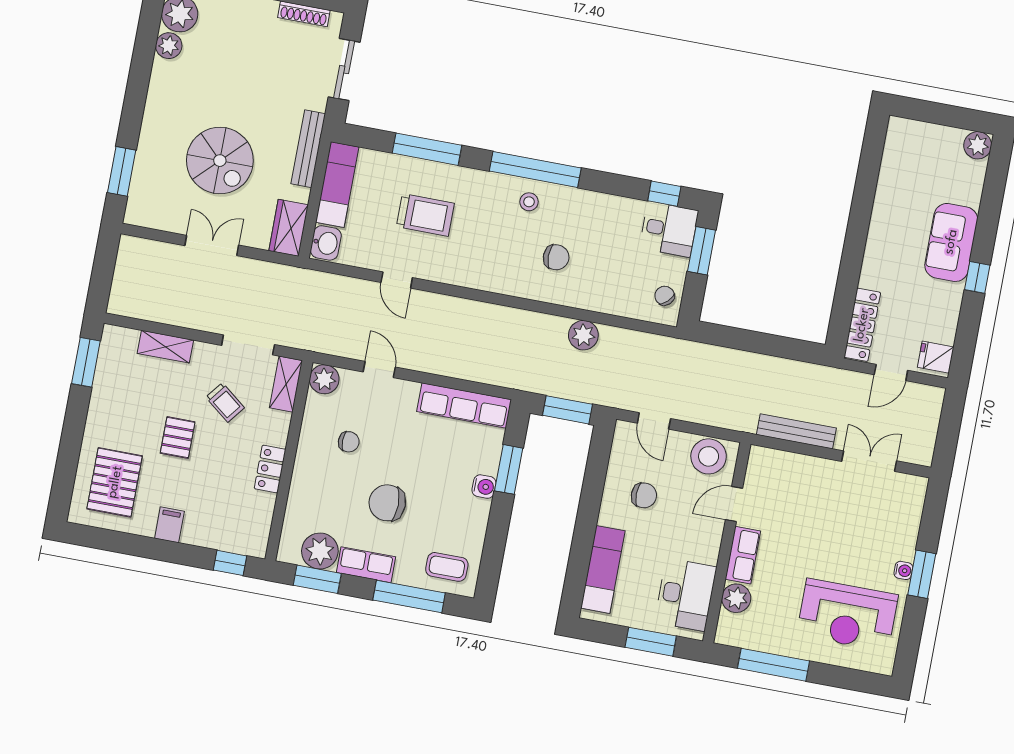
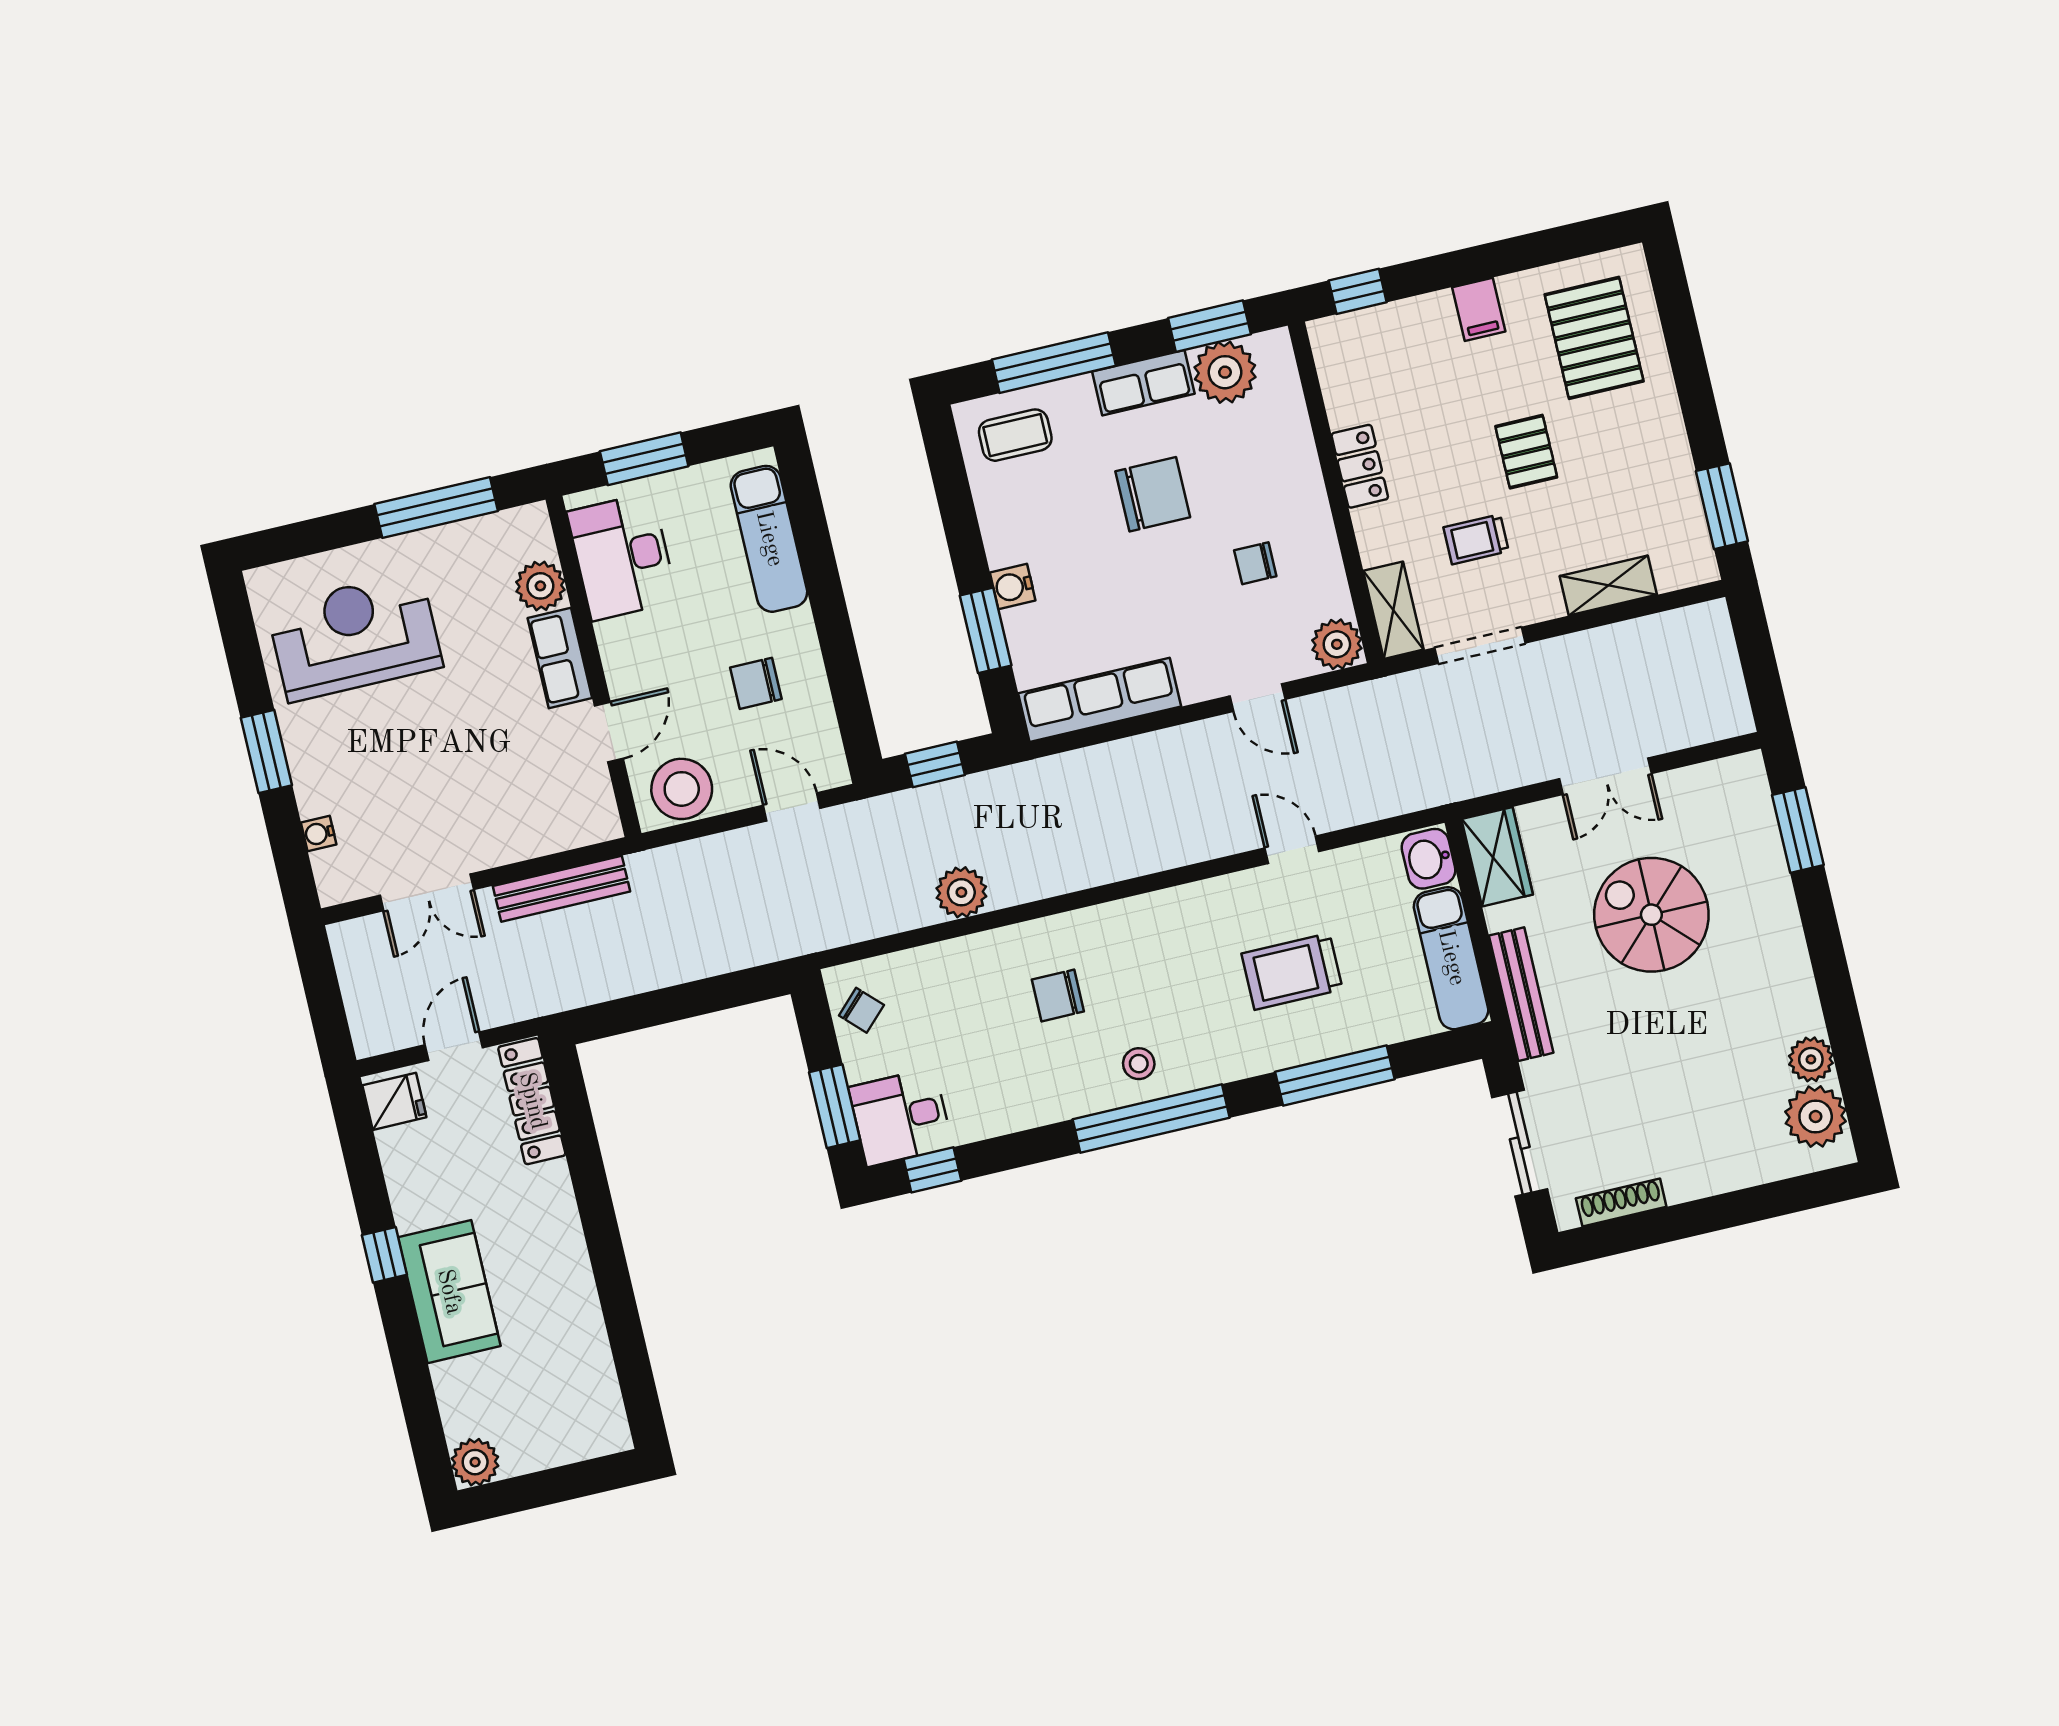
trolley: (225, 403) -> (1476, 539), turned -38
window: (567, 410) -> (935, 764), width x0.67
water cooler: (903, 570) -> (319, 833), moved

